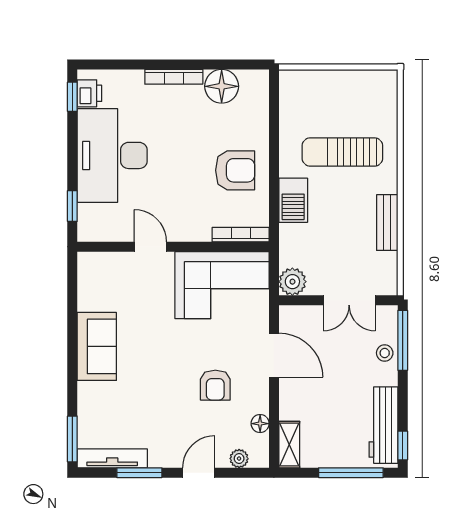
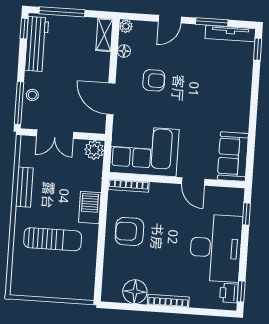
double door: (349, 300) -> (55, 134), swing flipped
sofa: (97, 346) -> (233, 157), moved
armchair: (215, 385) -> (154, 80), turned 90
window: (72, 439) -> (258, 49), width x0.67
plant: (239, 459) -> (126, 26), moved

